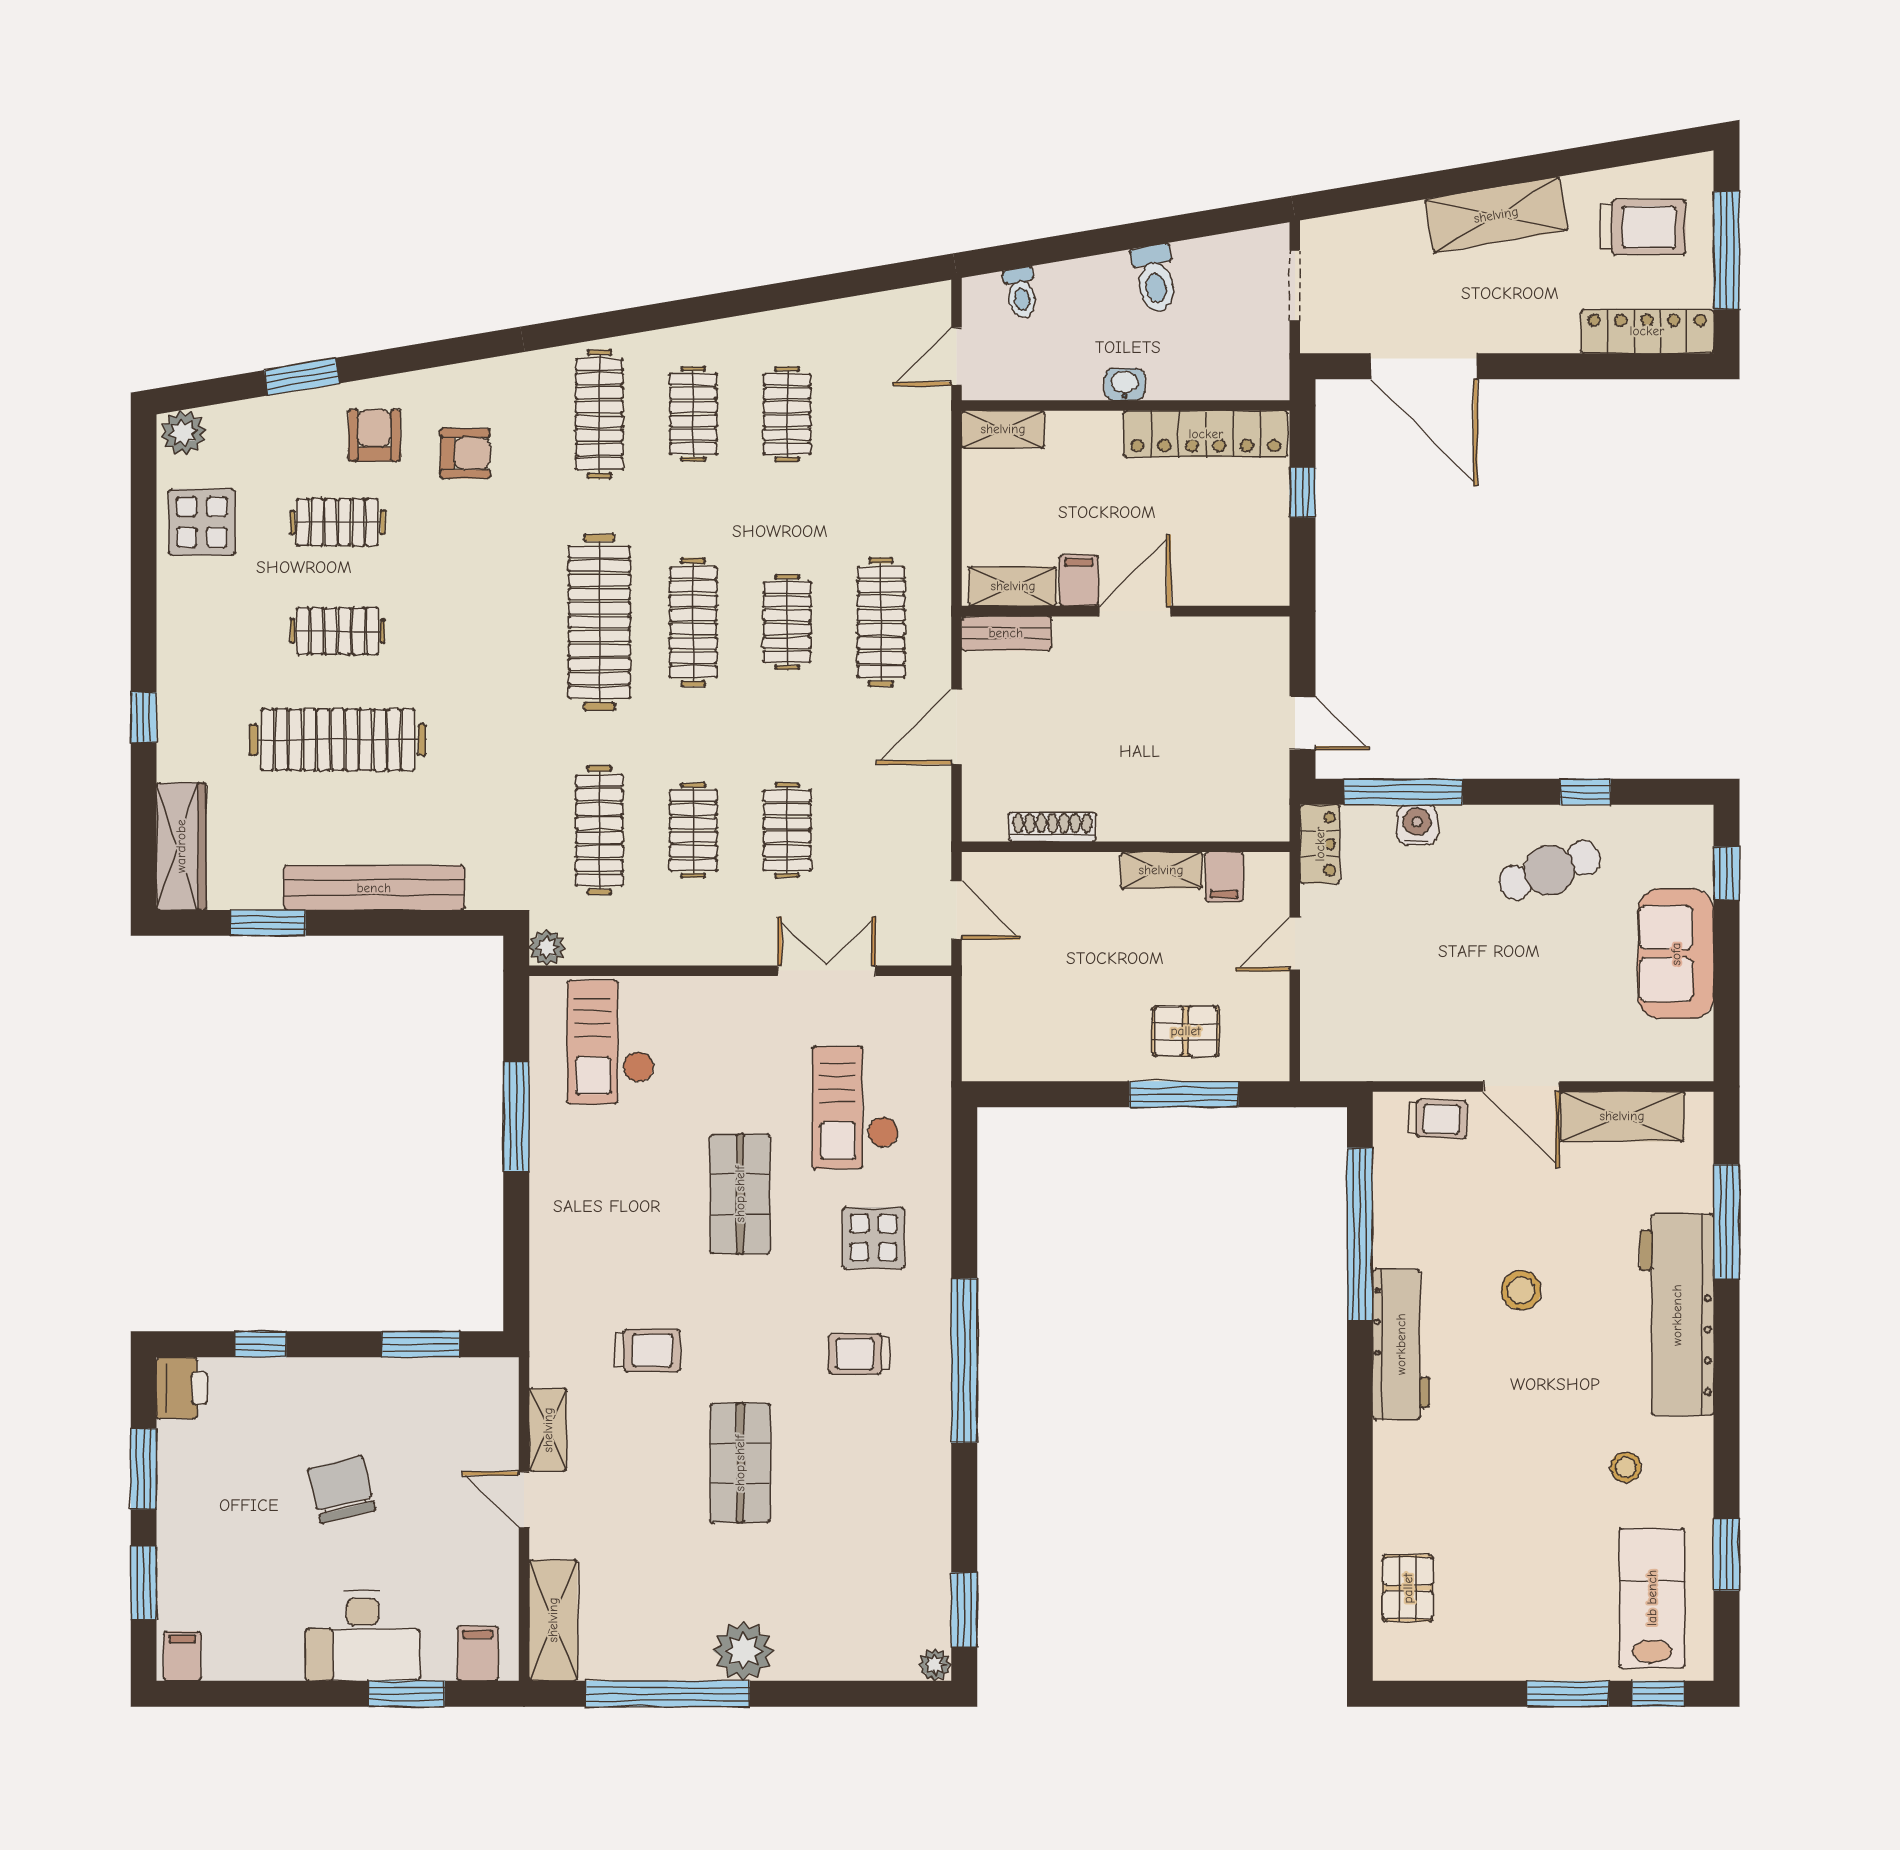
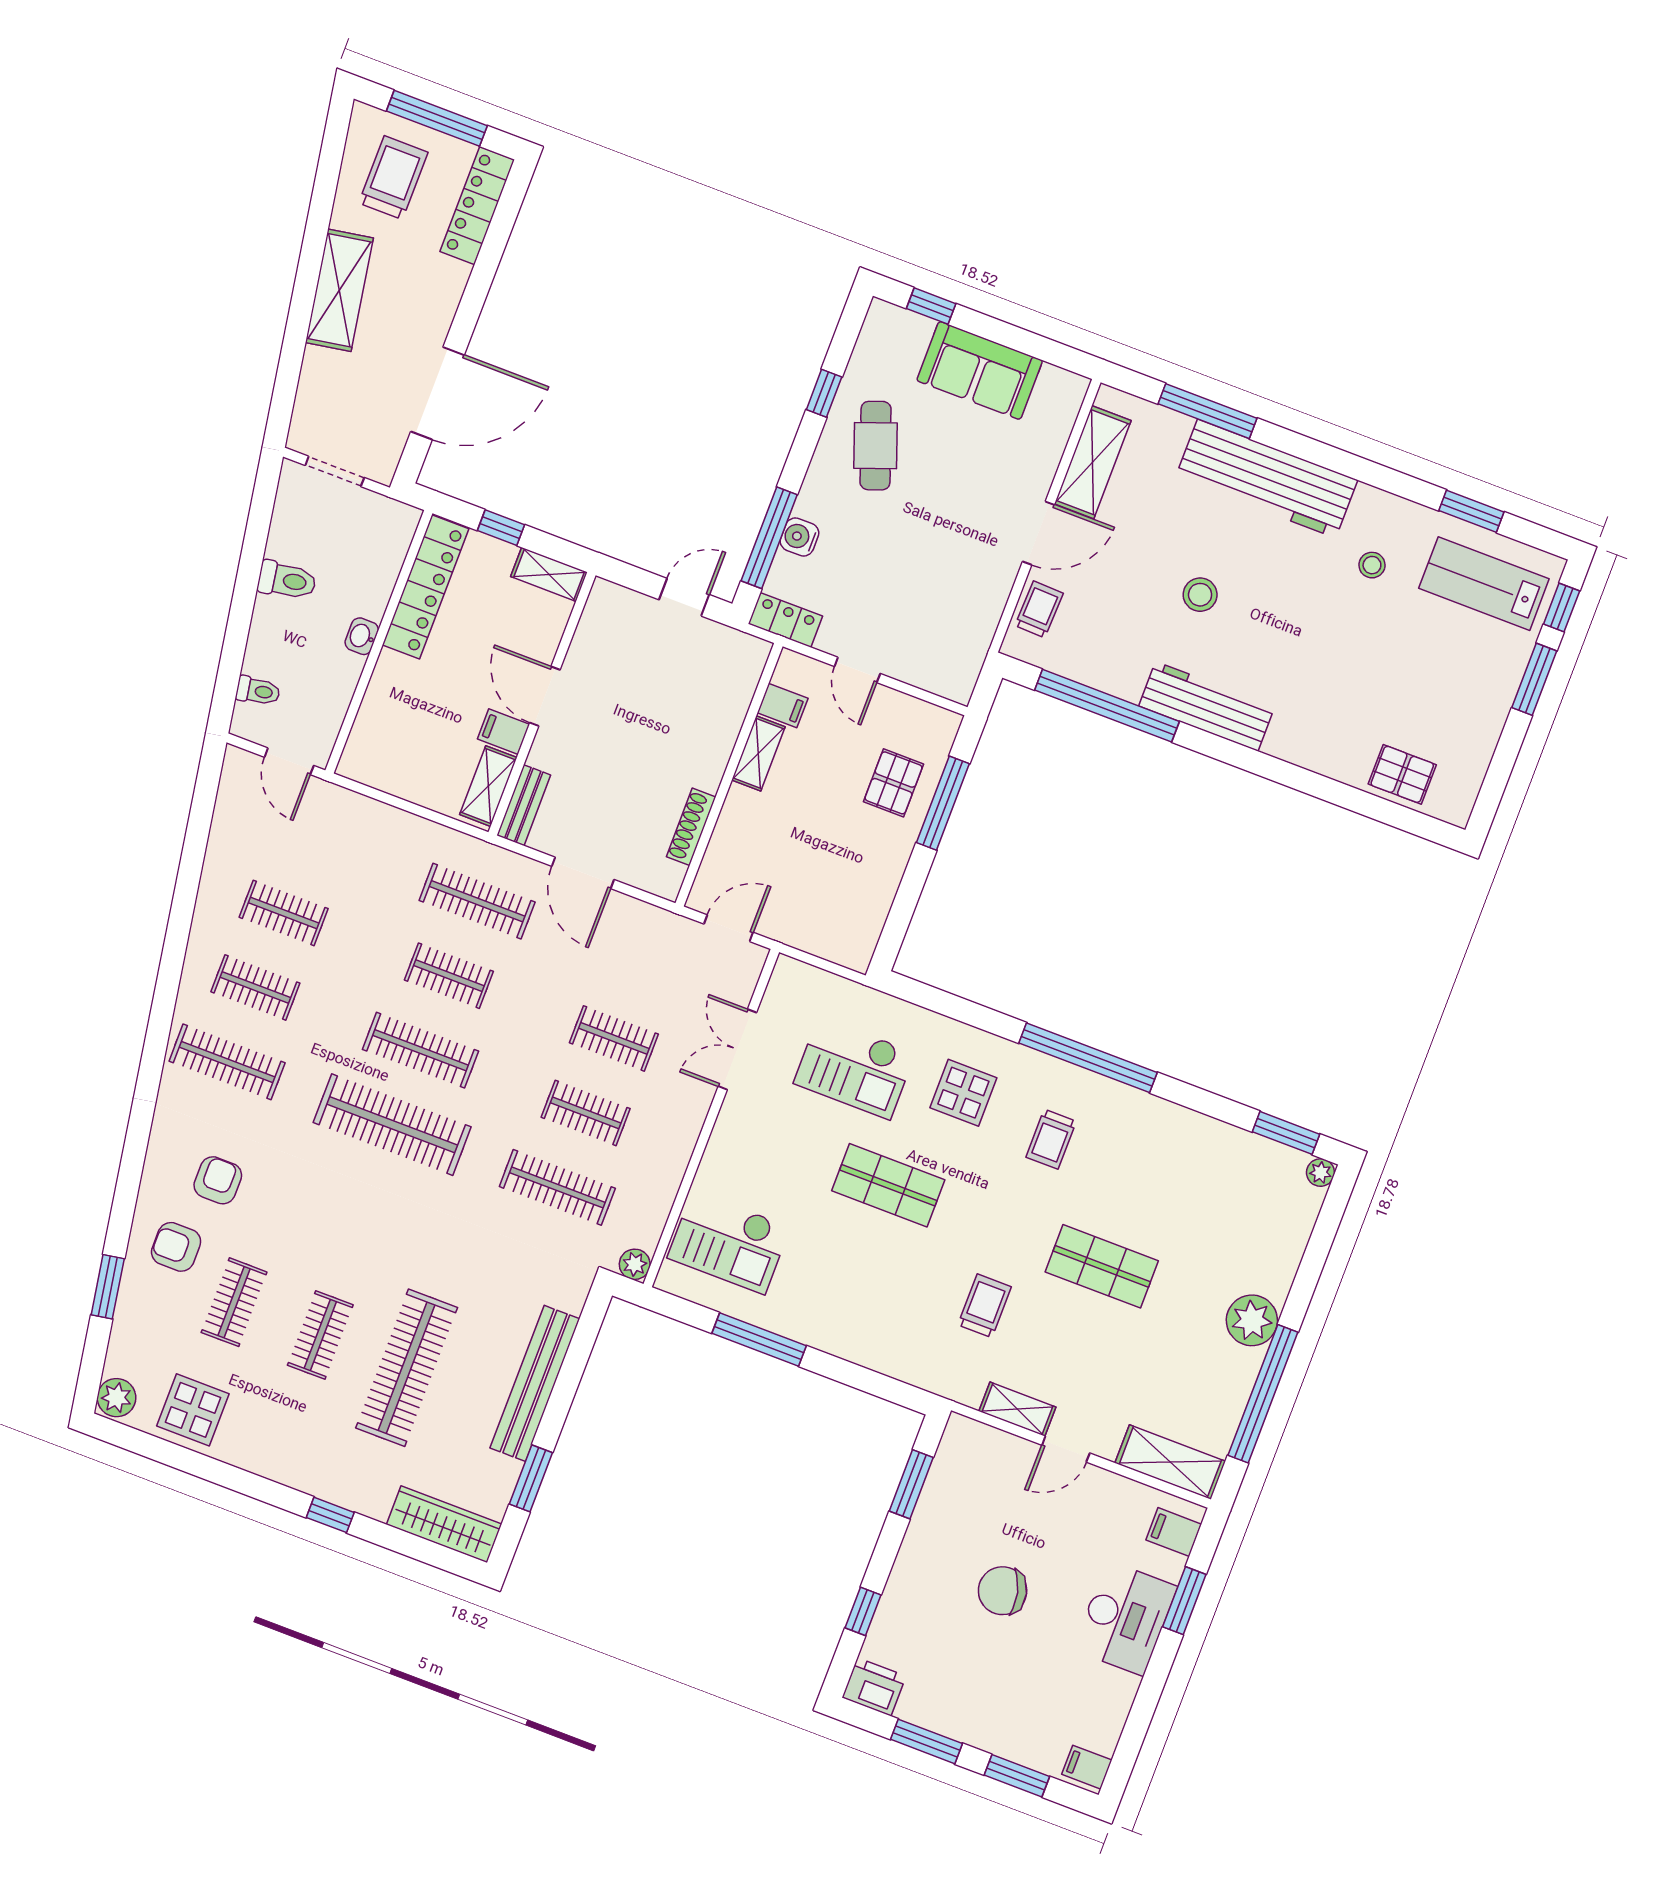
shelving: (1003, 429) -> (549, 574), moved, turned 90

